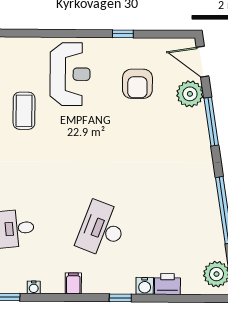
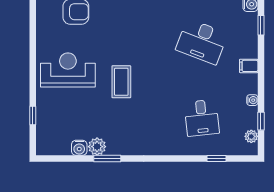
window: (123, 34) -> (33, 116), moved
coffee table: (24, 111) -> (121, 82), moved, turned 90

